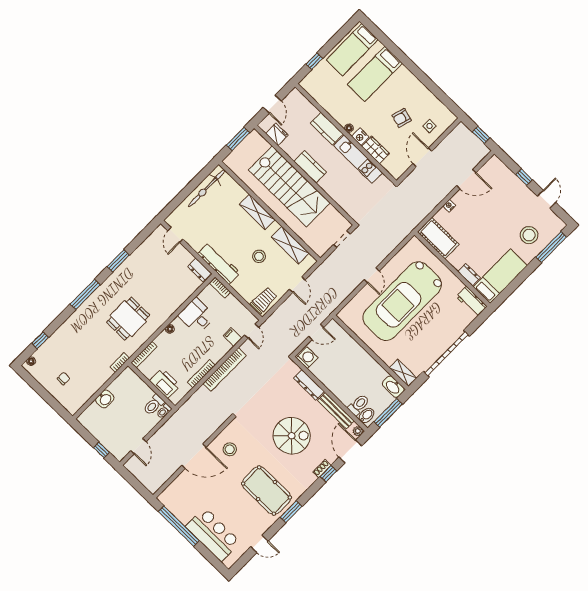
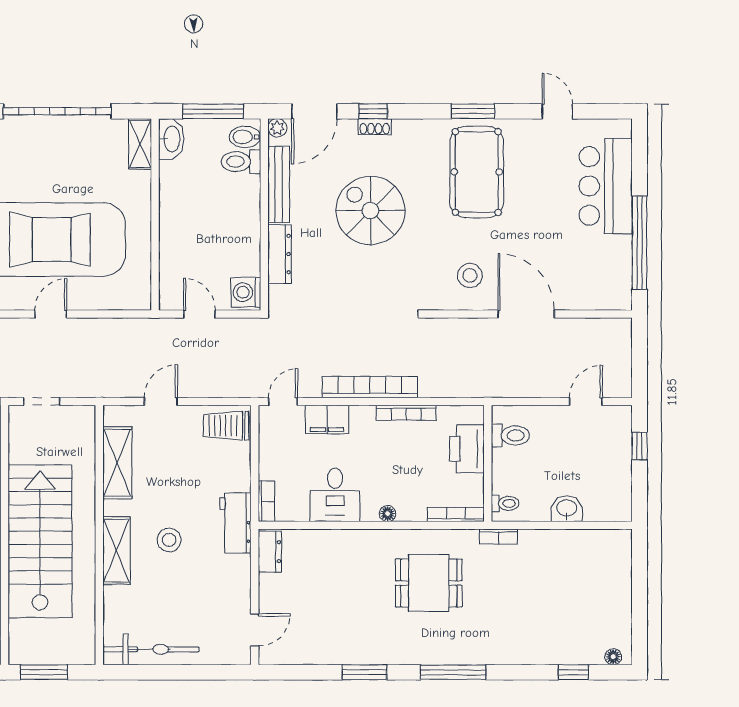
stool: (259, 256) -> (169, 540), moved
workbench: (219, 263) -> (235, 523), width x0.73
filing cabinet: (232, 337) -> (327, 419), width x2.00
chair: (64, 379) -> (594, 591), removed
toilet: (164, 411) -> (505, 503), moved

